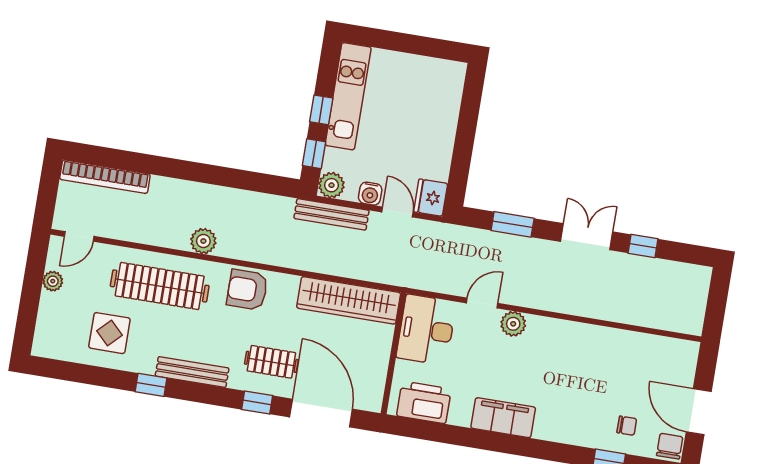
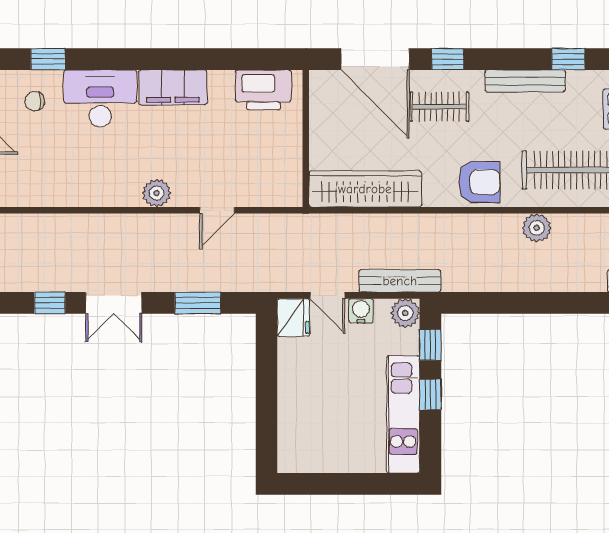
plant: (513, 324) -> (157, 193), moved
desk: (426, 330) -> (100, 98), moved, turned -90

